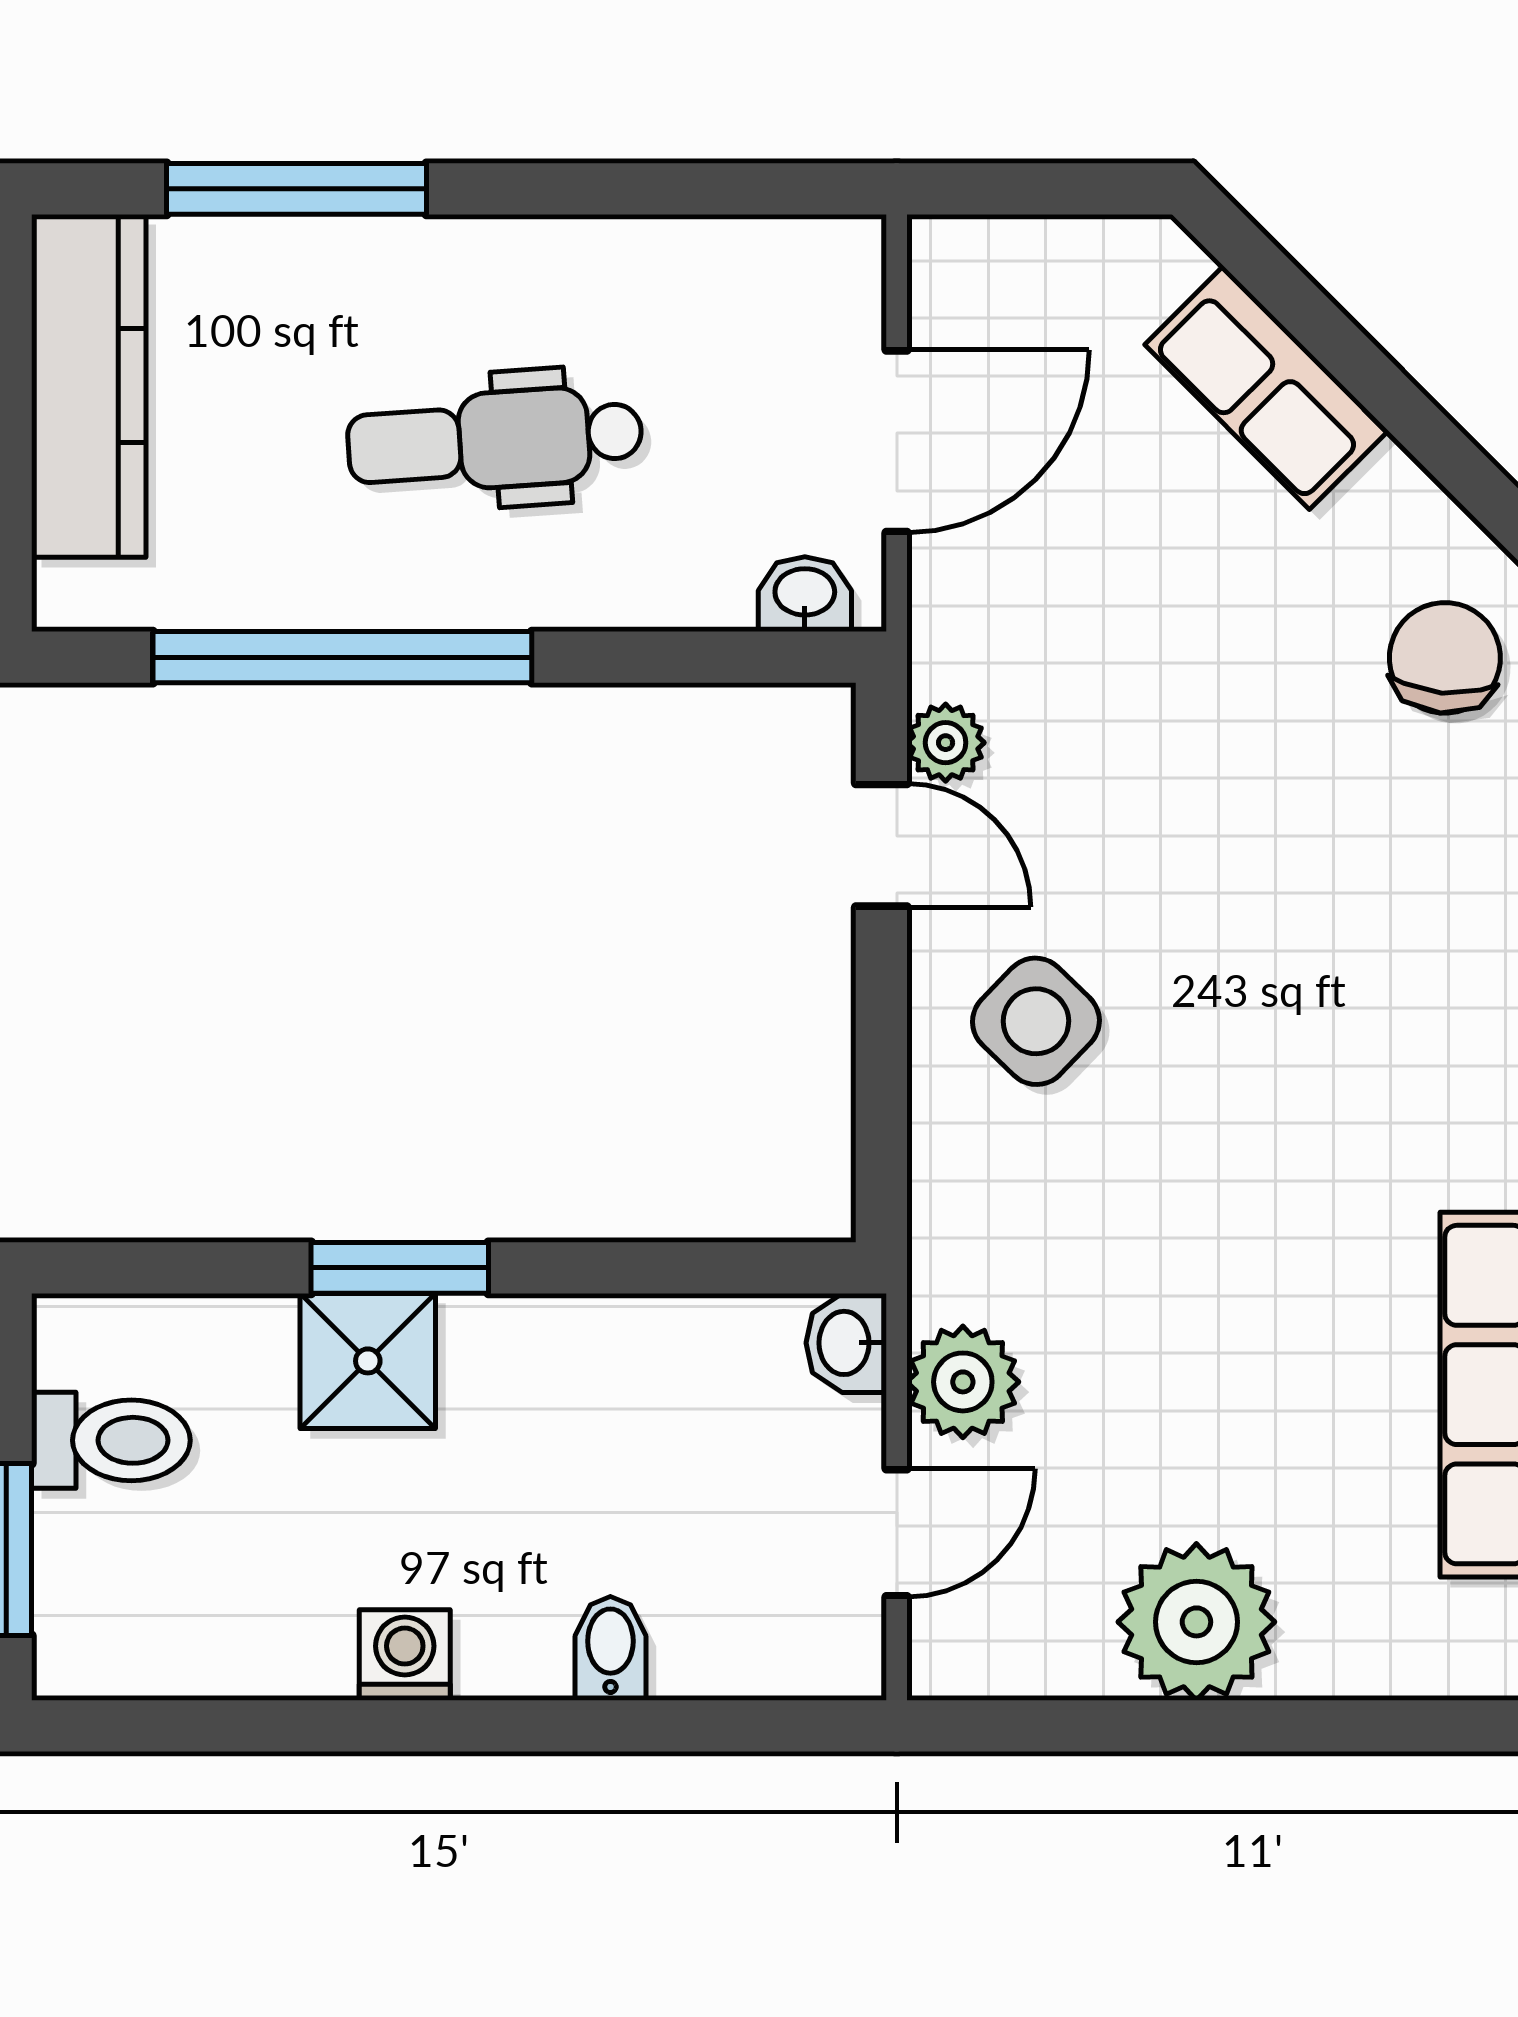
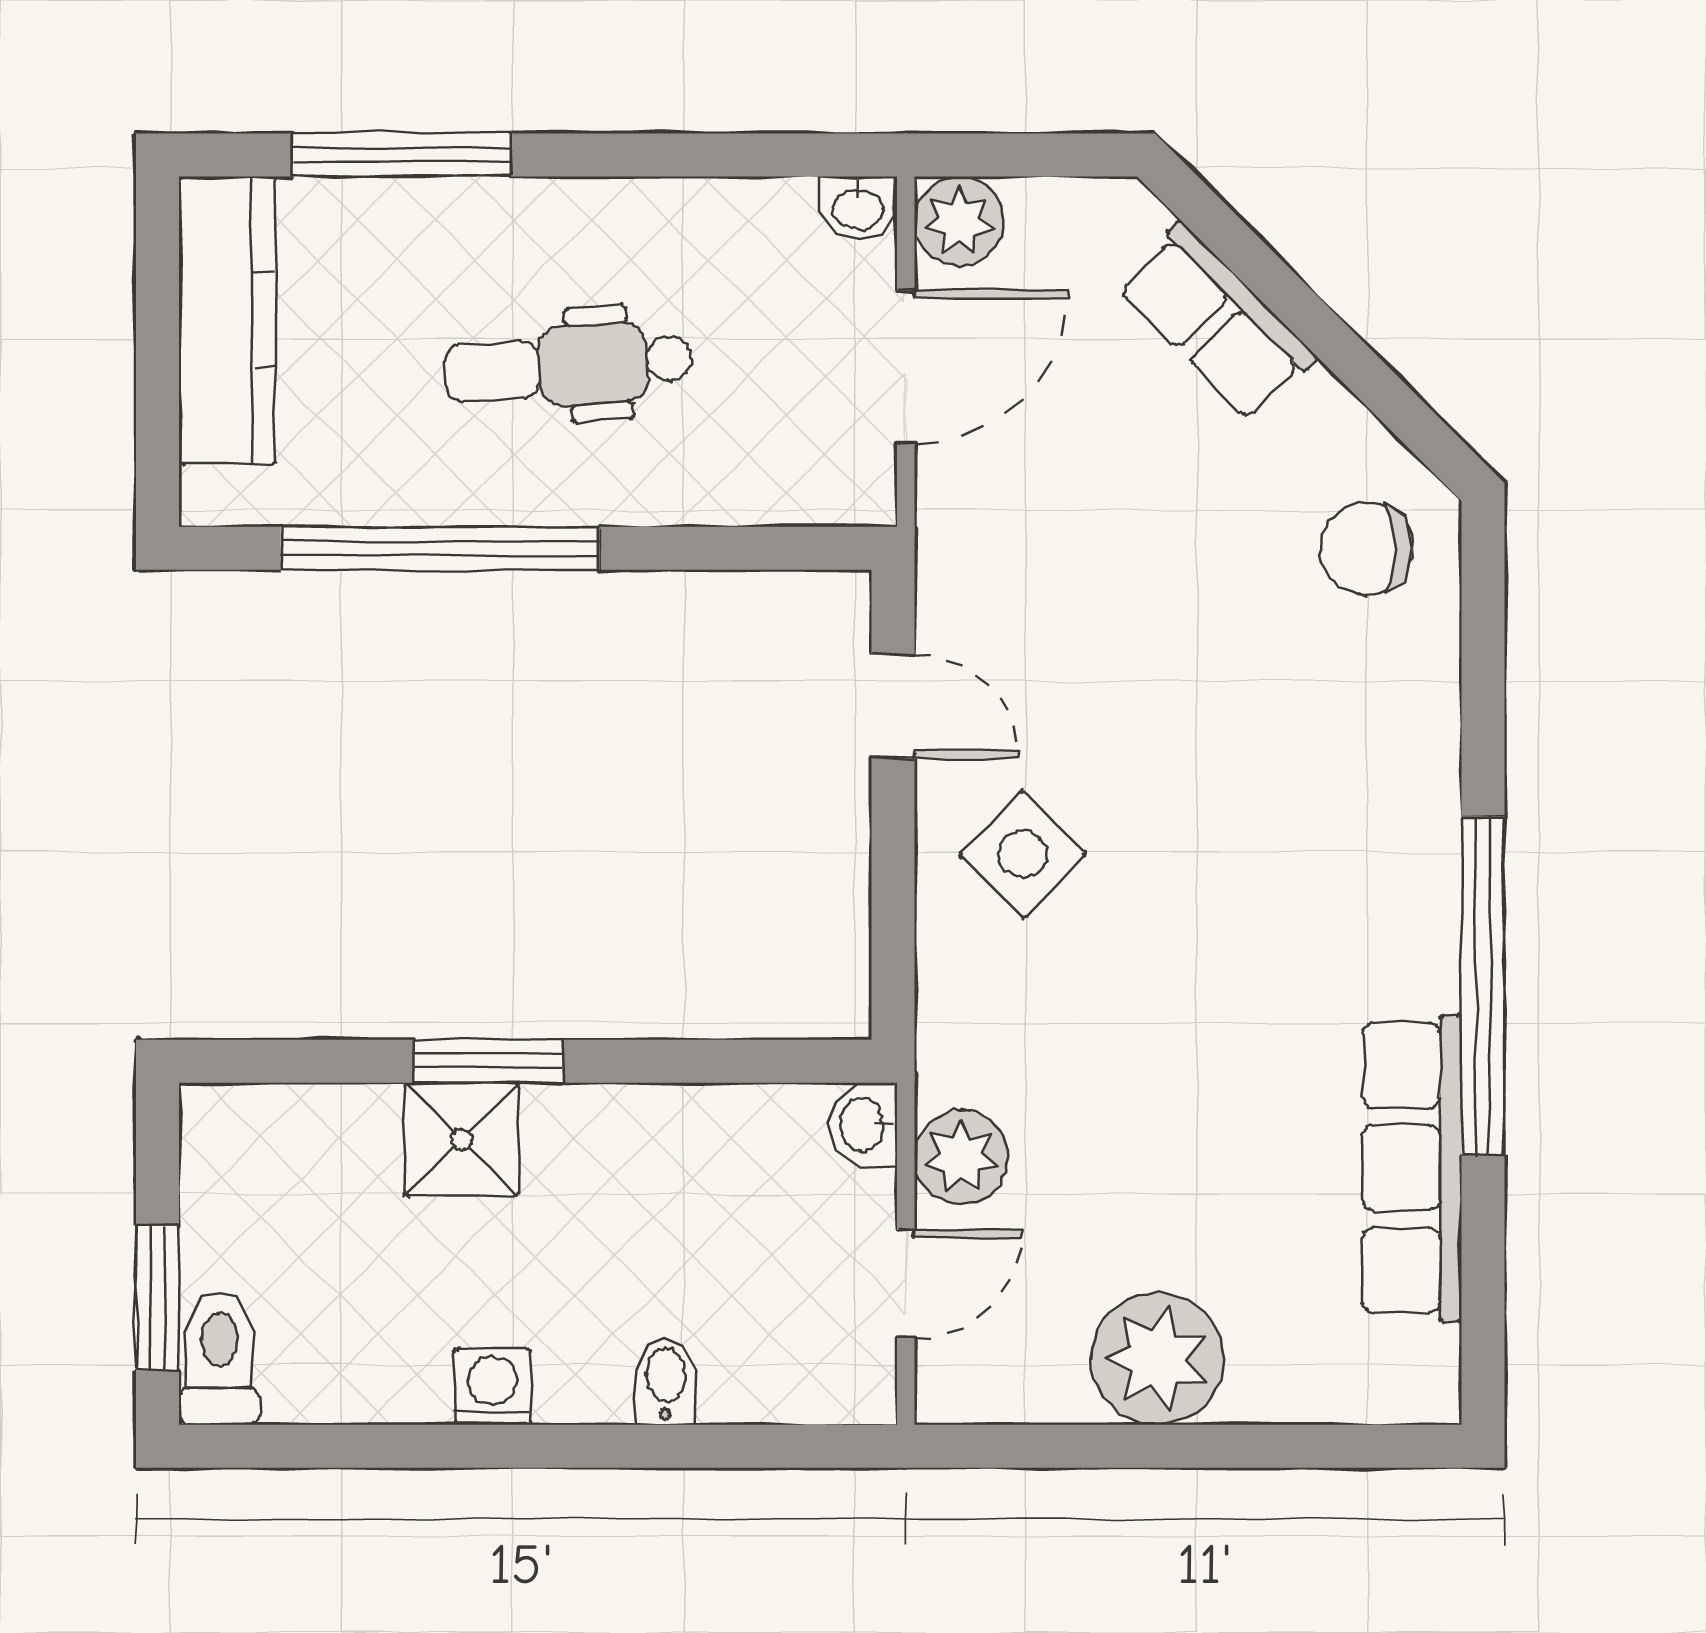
washbasin: (805, 594) -> (858, 208), moved, turned 180
chair: (1445, 658) -> (1366, 549), turned -95
plant: (946, 743) -> (959, 221), moved, width x1.38, depth x1.38
toilet: (111, 1440) -> (219, 1358), moved, turned -90

